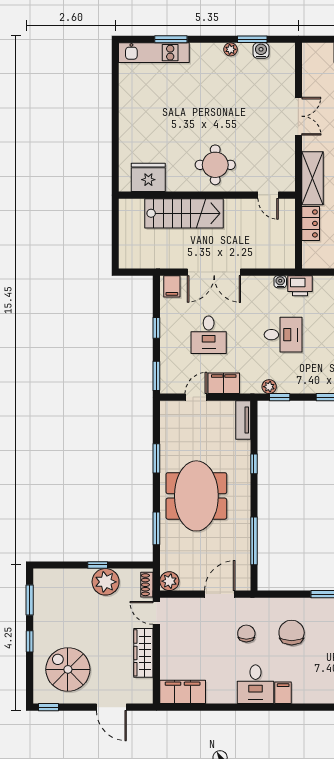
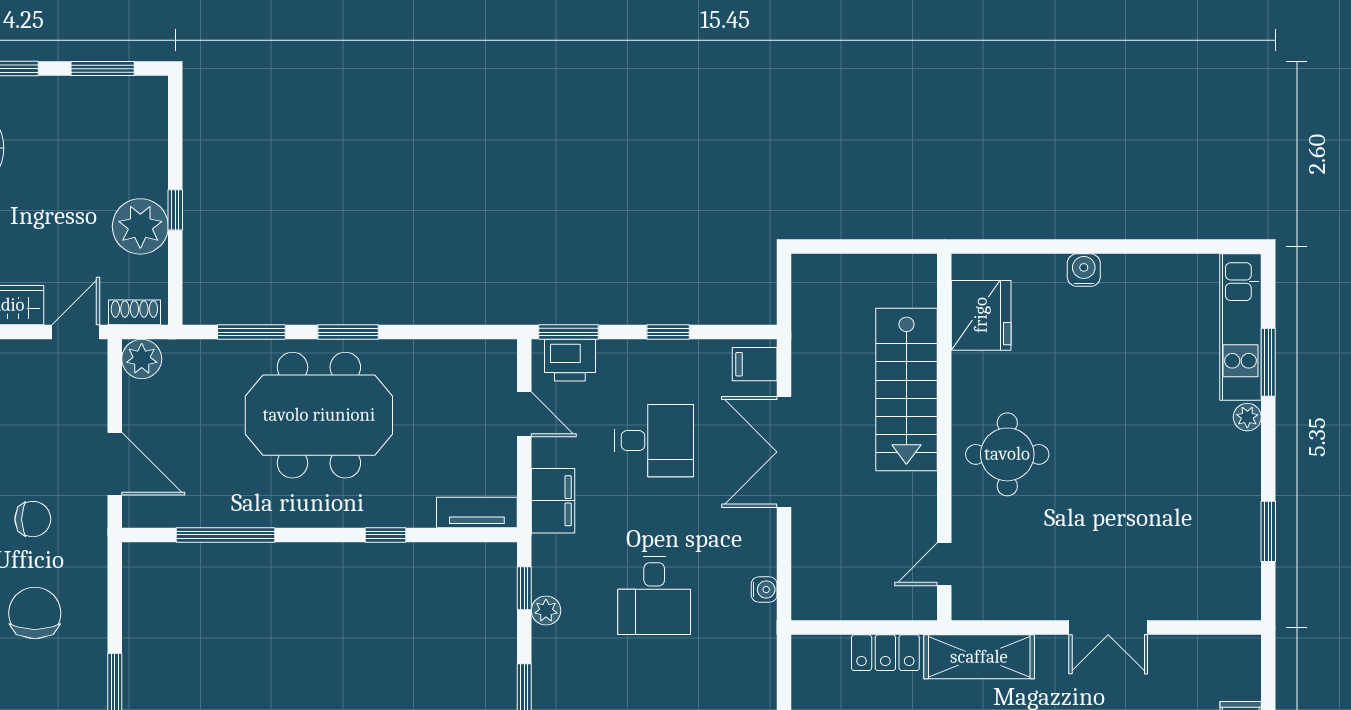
plant: (230, 49) -> (1247, 417), moved
water cooler: (261, 51) -> (1084, 270), moved, turned -90
printer: (300, 286) -> (570, 360), moved, turned -90
desk: (209, 335) -> (654, 441), turned 180
filing cabinet: (224, 383) -> (553, 501), moved
plant: (269, 387) -> (546, 611), moved
window: (156, 458) -> (348, 332), moved
chair: (292, 633) -> (35, 613), turned -90

